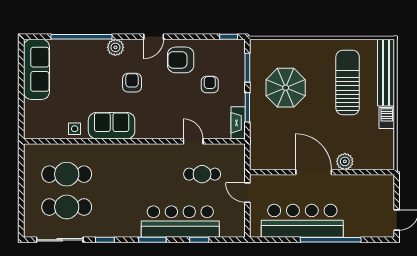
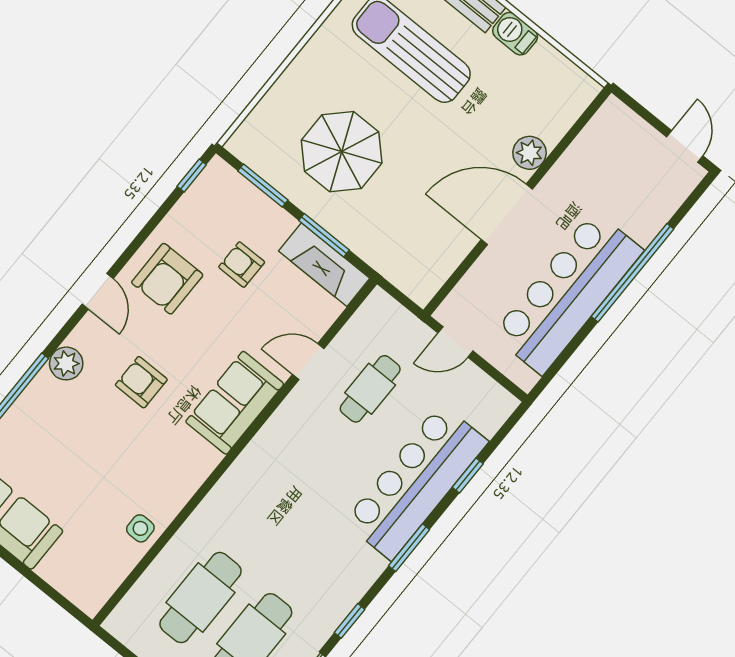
fireplace: (238, 123) -> (324, 265), width x1.37, depth x1.32
sofa: (112, 126) -> (235, 403), moved

